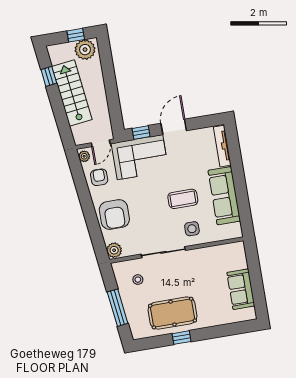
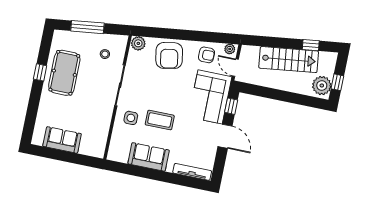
sofa: (224, 196) -> (149, 157), width x0.73
coffee table: (183, 199) -> (160, 120), turned 90
armchair: (114, 214) -> (169, 56), turned -100

